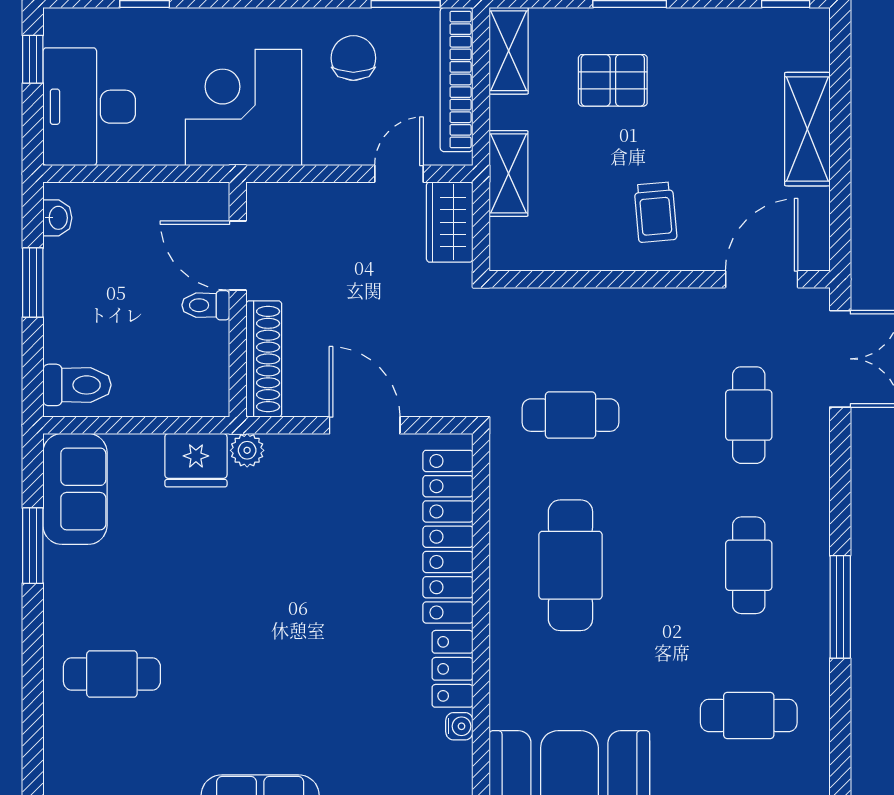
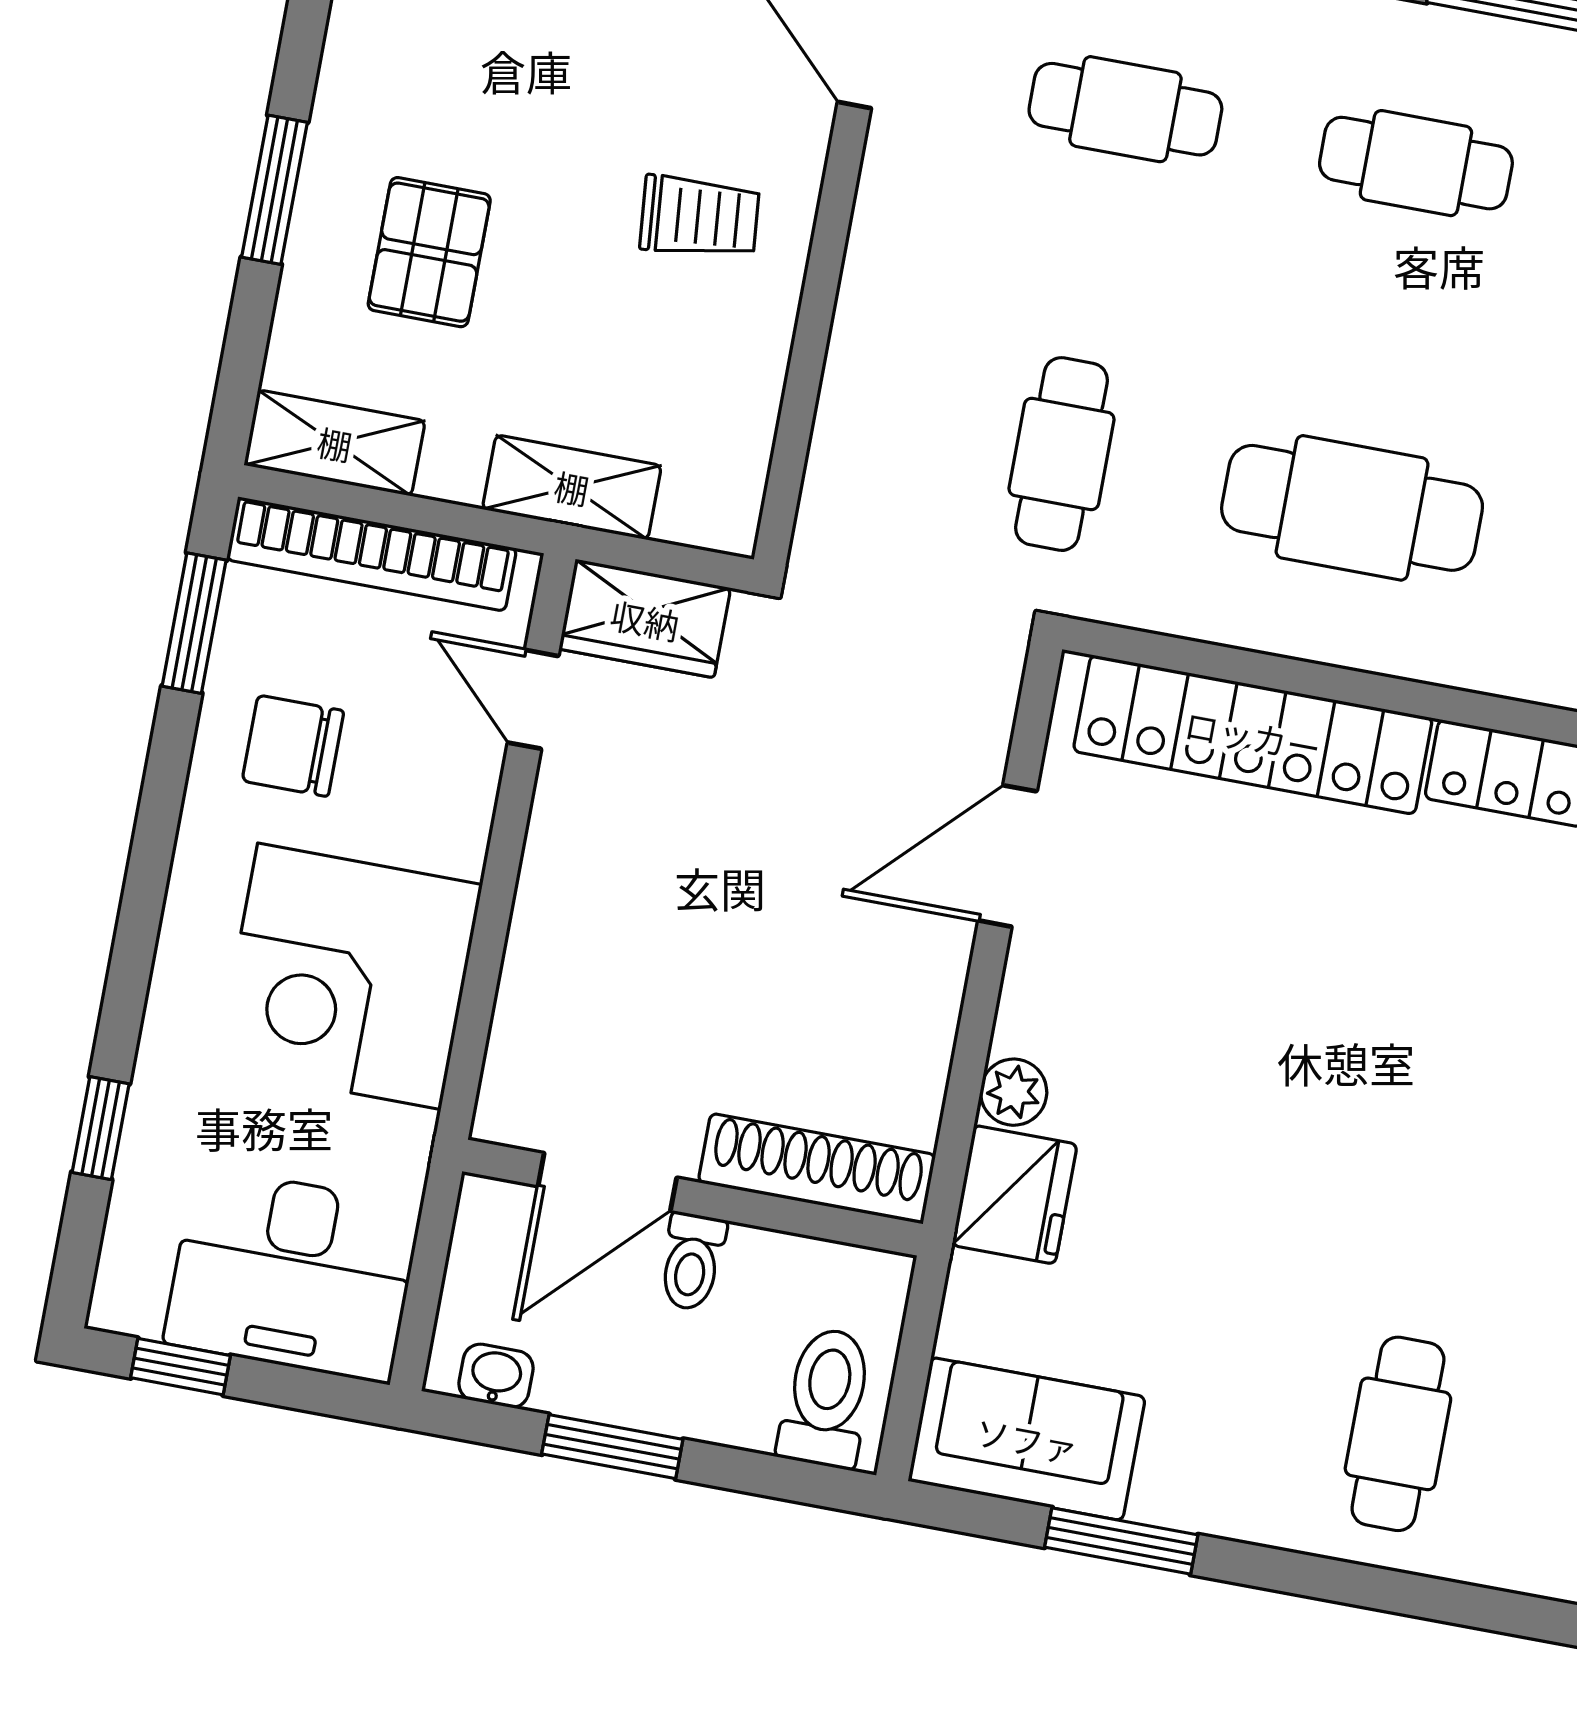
door: (238, 256) -> (607, 1182), moved
wall: (238, 300) -> (692, 1198), moved
toilet: (206, 305) -> (692, 1261), moved
shoe rack: (264, 359) -> (817, 1169), moved

